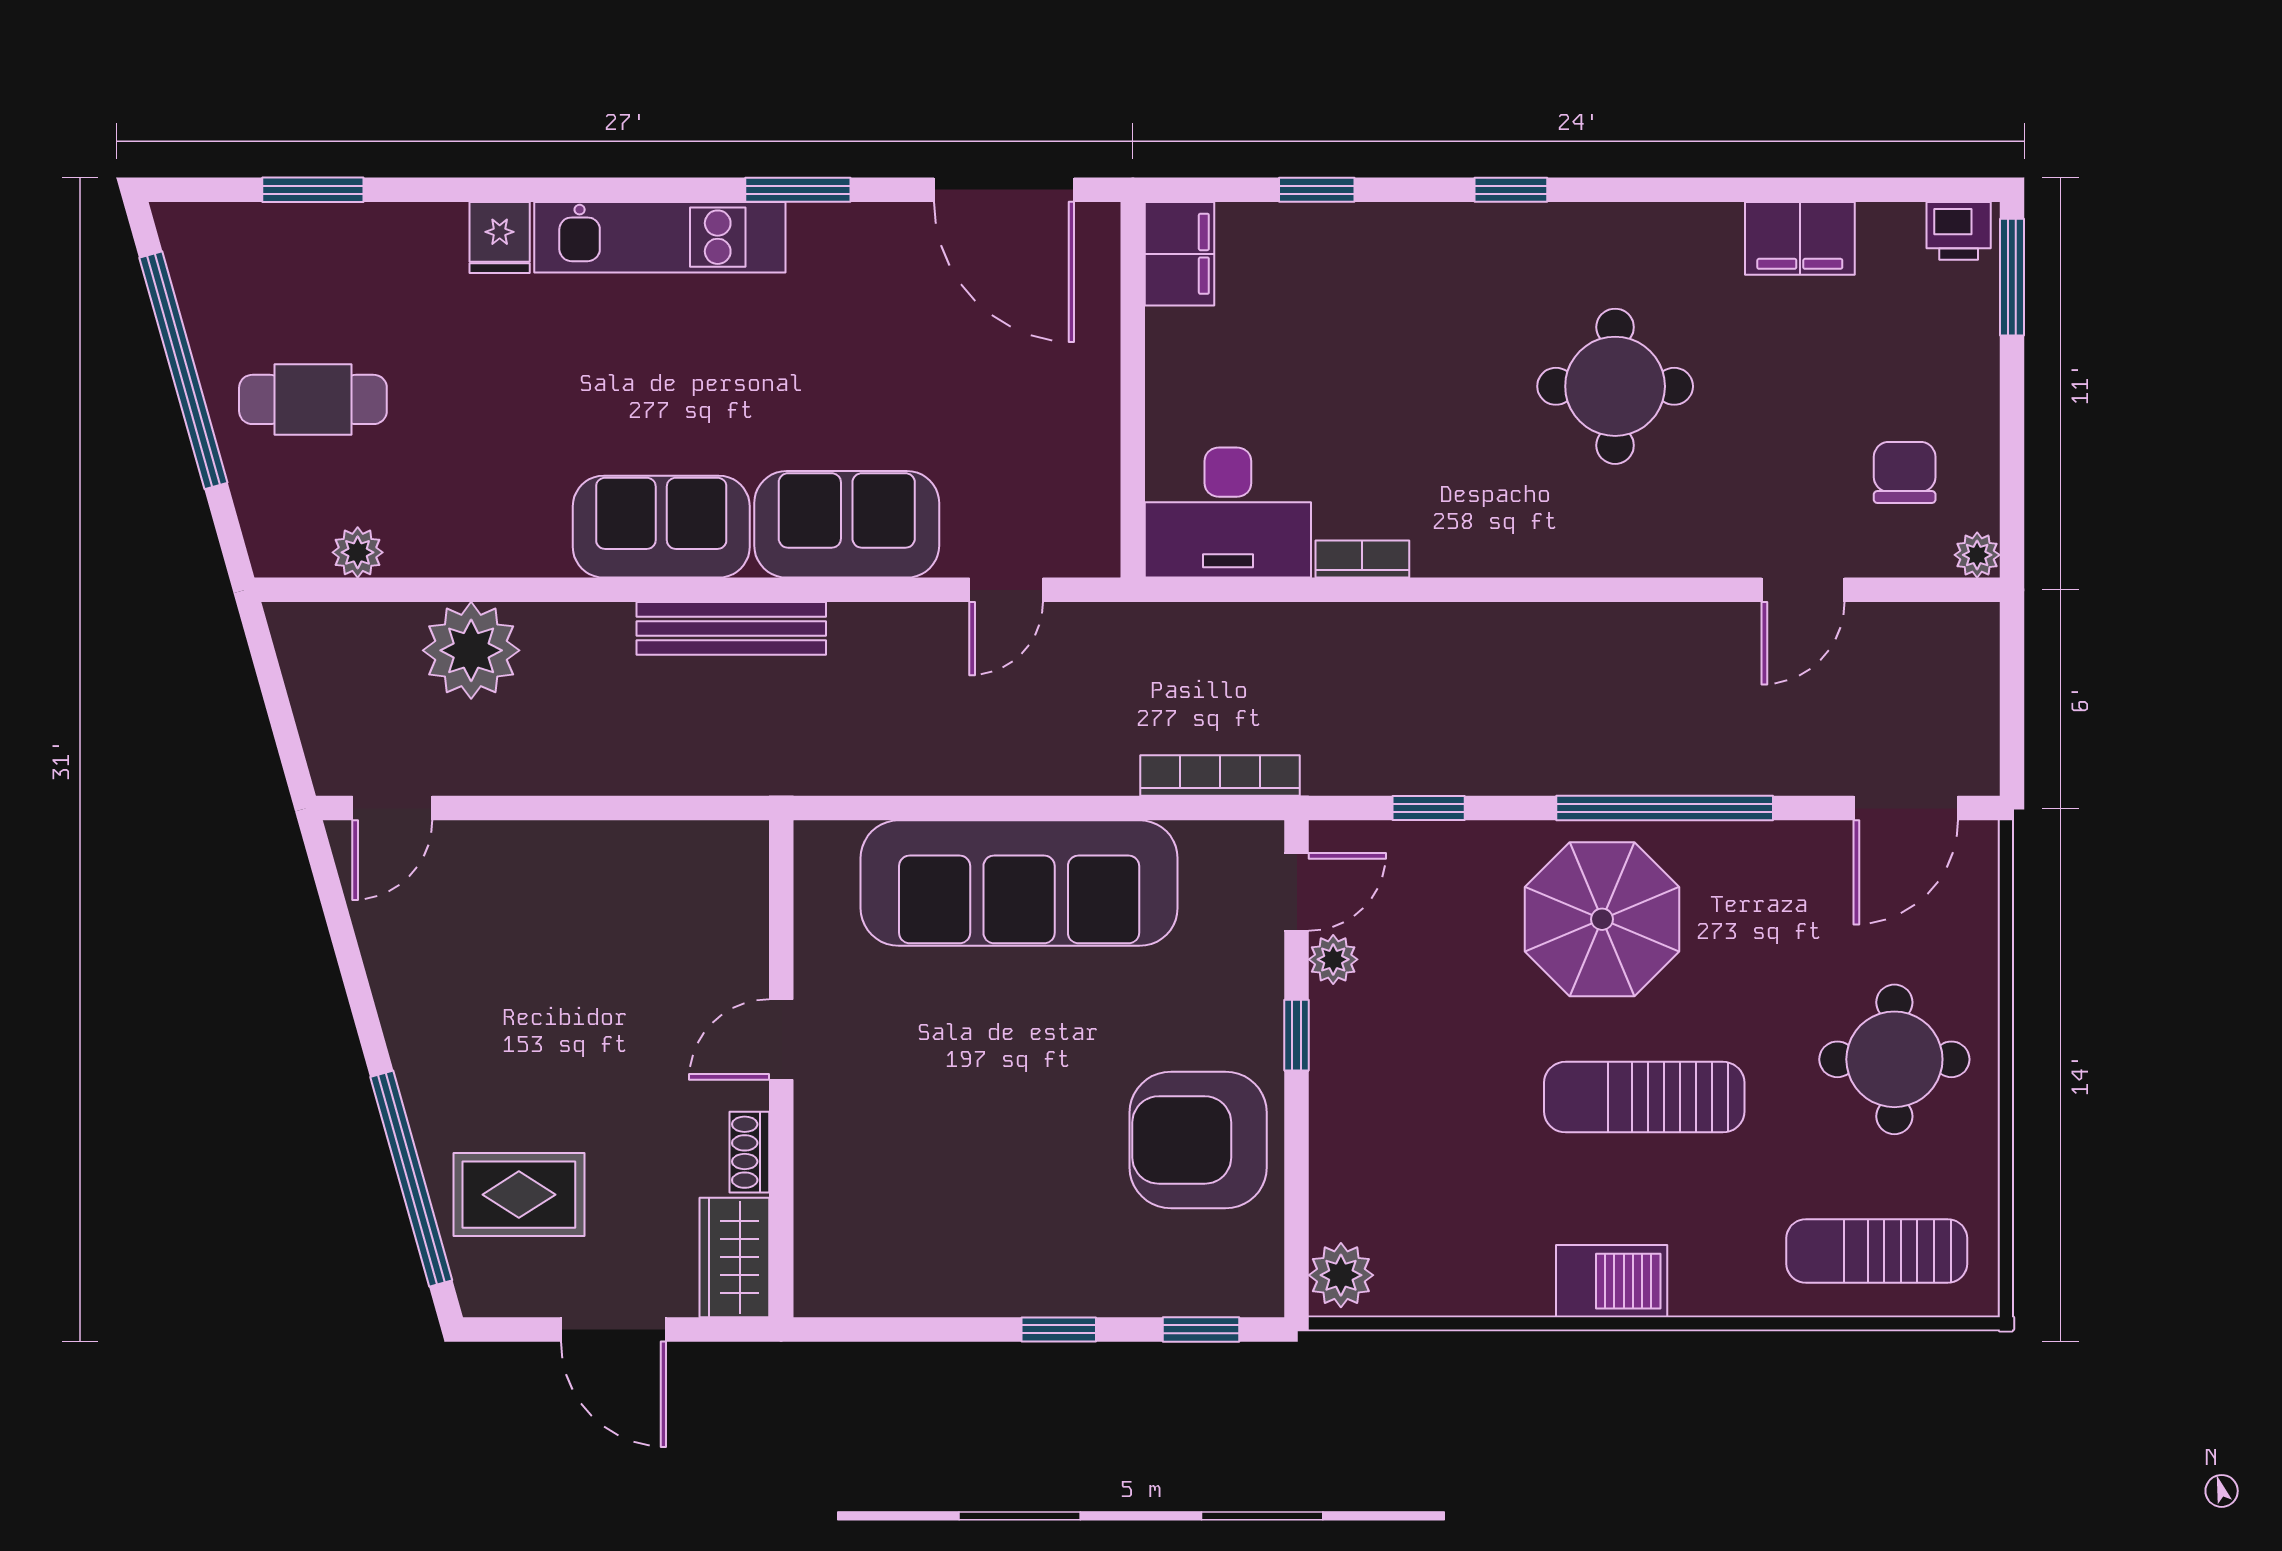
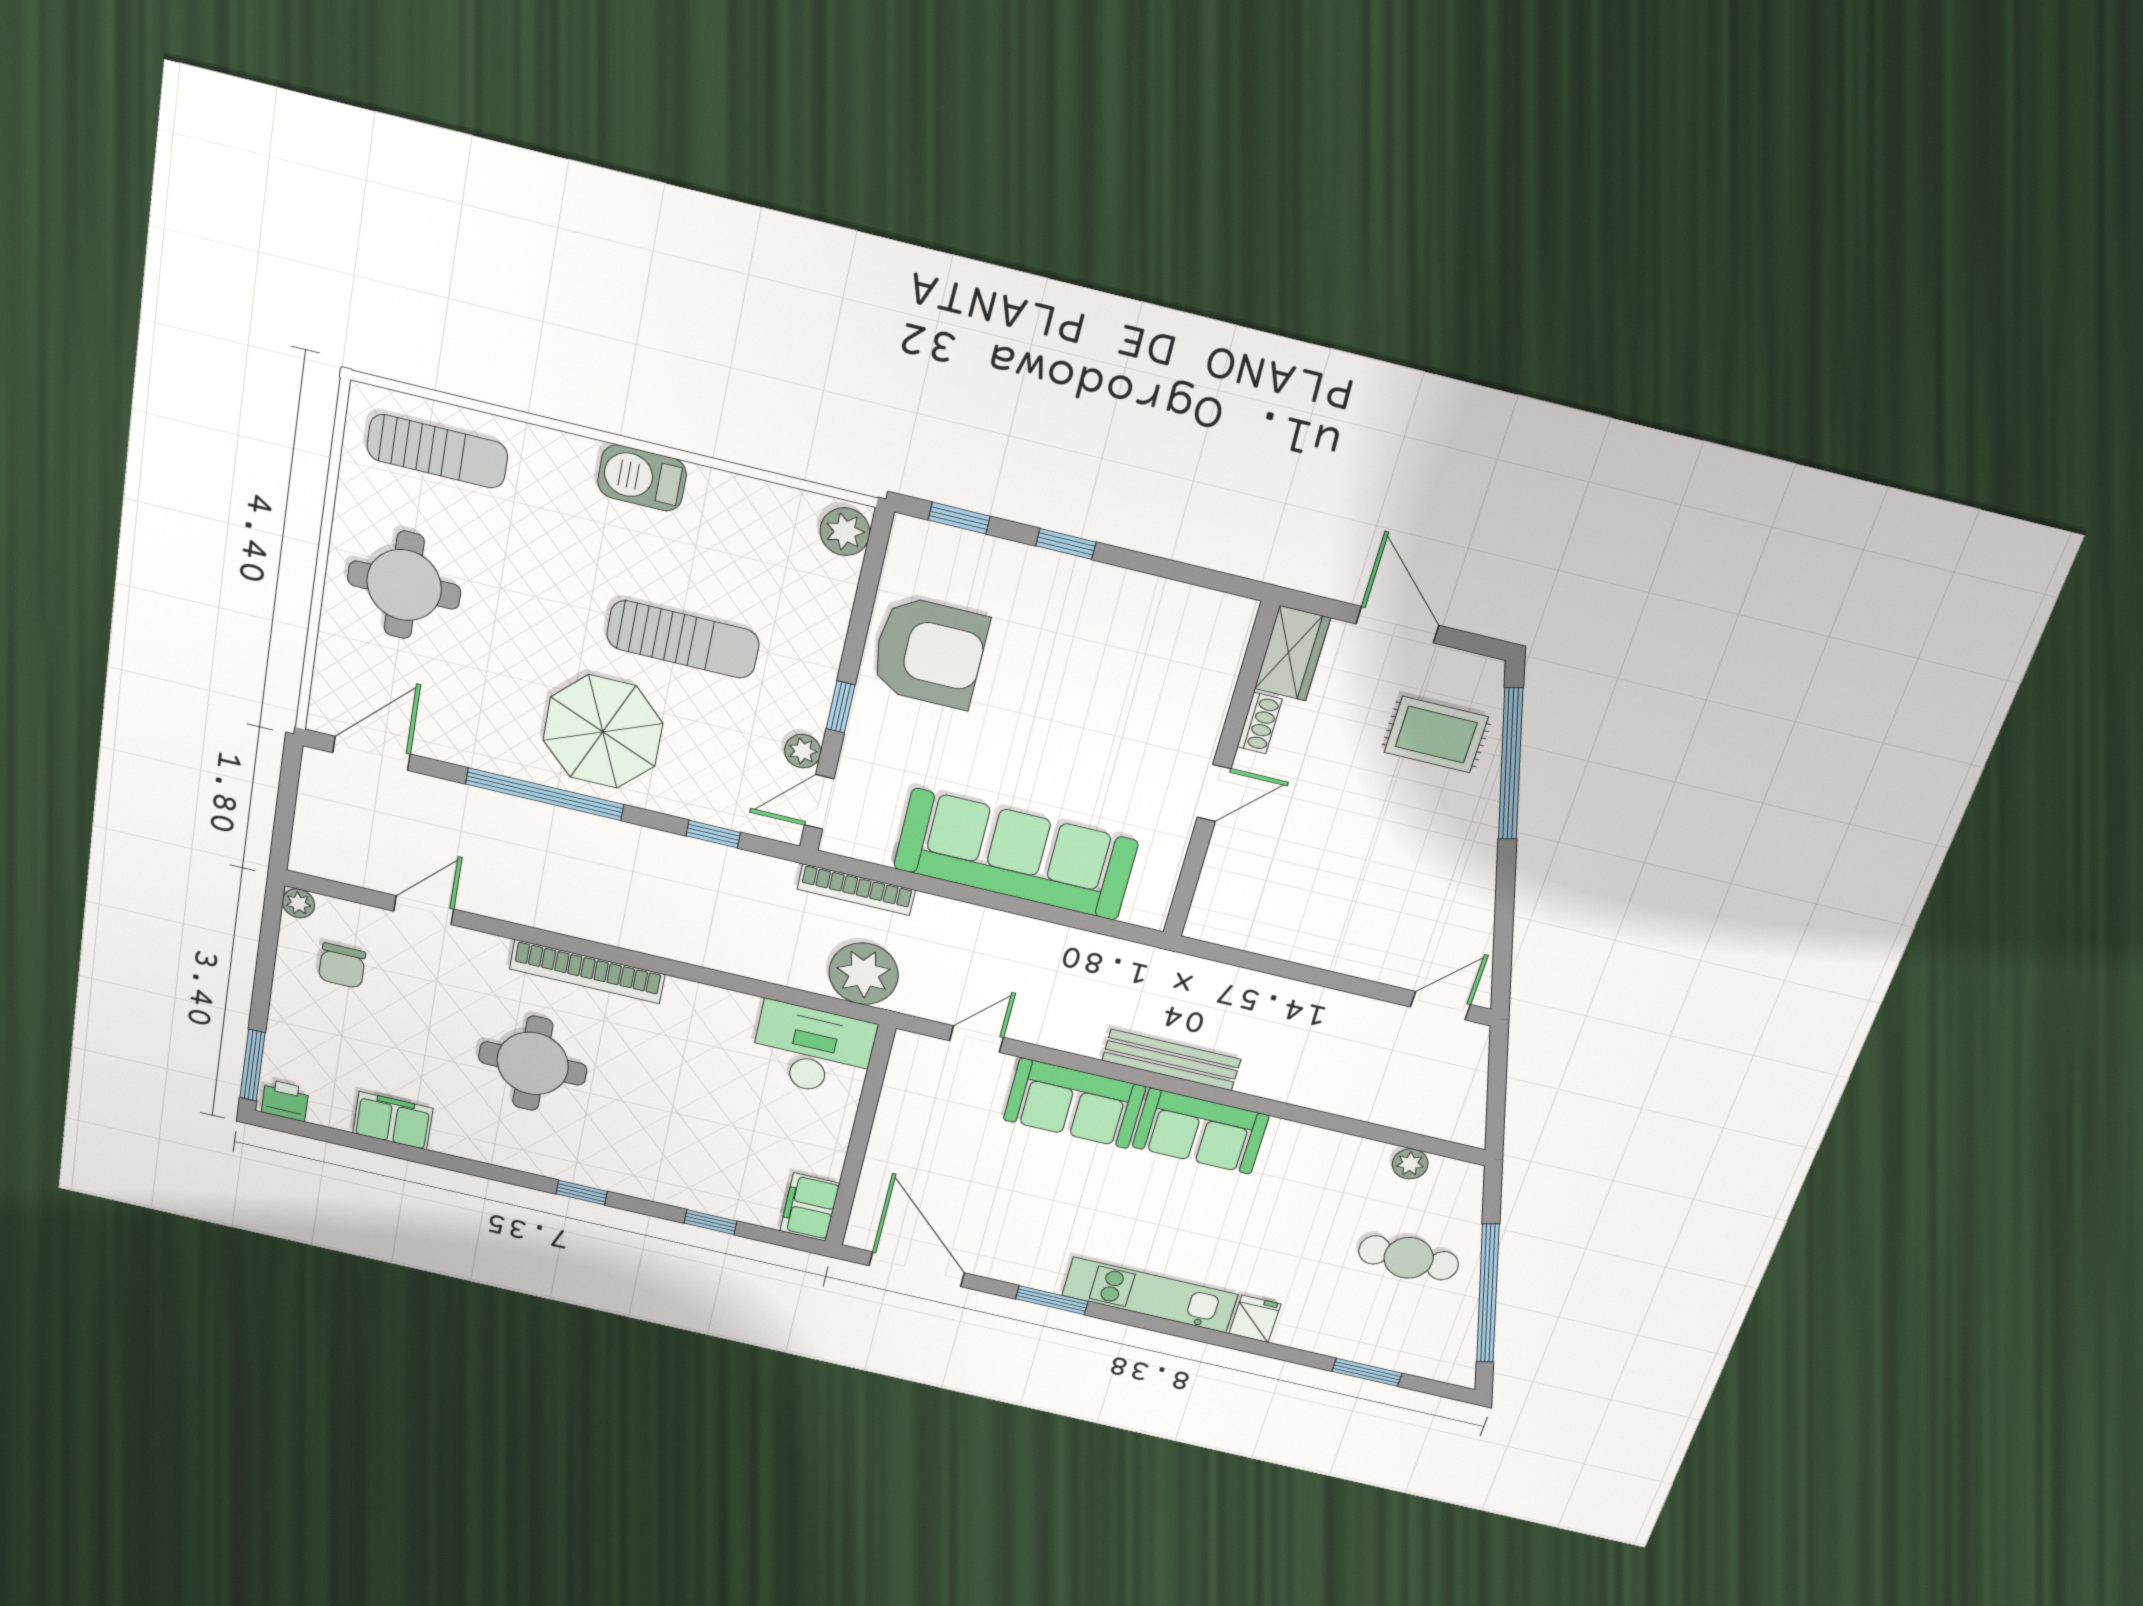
bookcase: (1362, 559) -> (587, 972), moved, width x2.31, depth x1.31
plant: (471, 650) -> (864, 974), moved
sun lounger: (1644, 1097) -> (683, 639), moved

